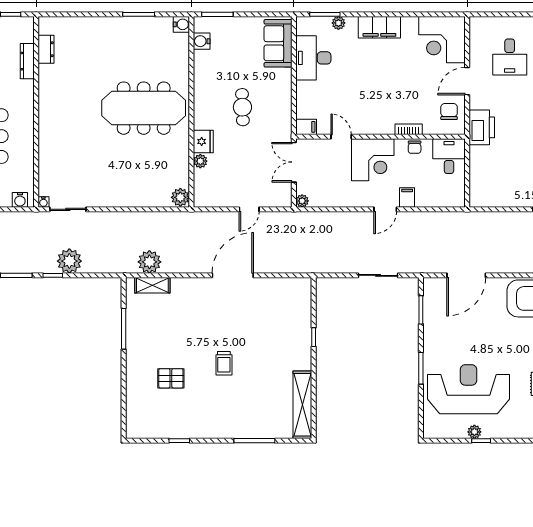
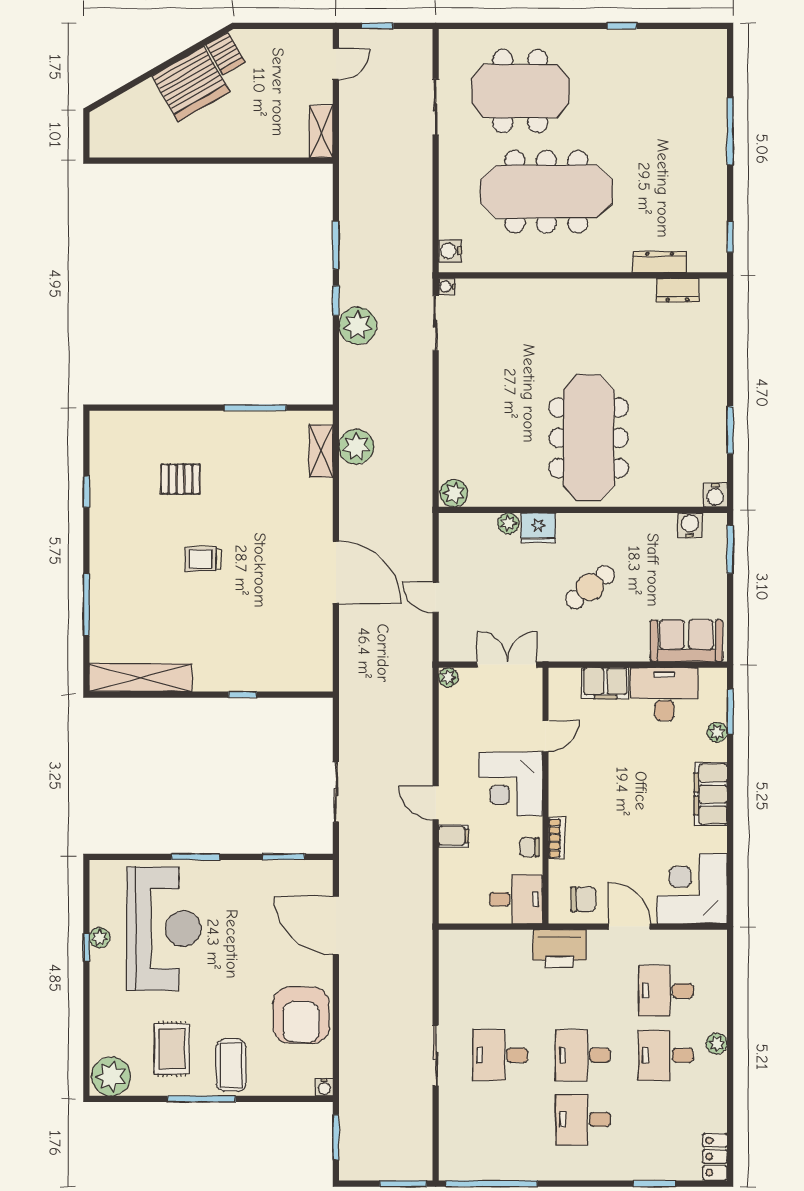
cafe table: (242, 107) -> (590, 587), turned -37
filing cabinet: (306, 127) -> (605, 683), moved, width x2.00
pallet: (171, 378) -> (180, 479), turned 90

